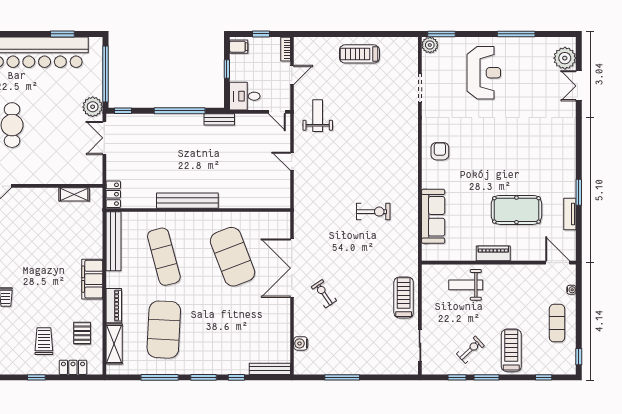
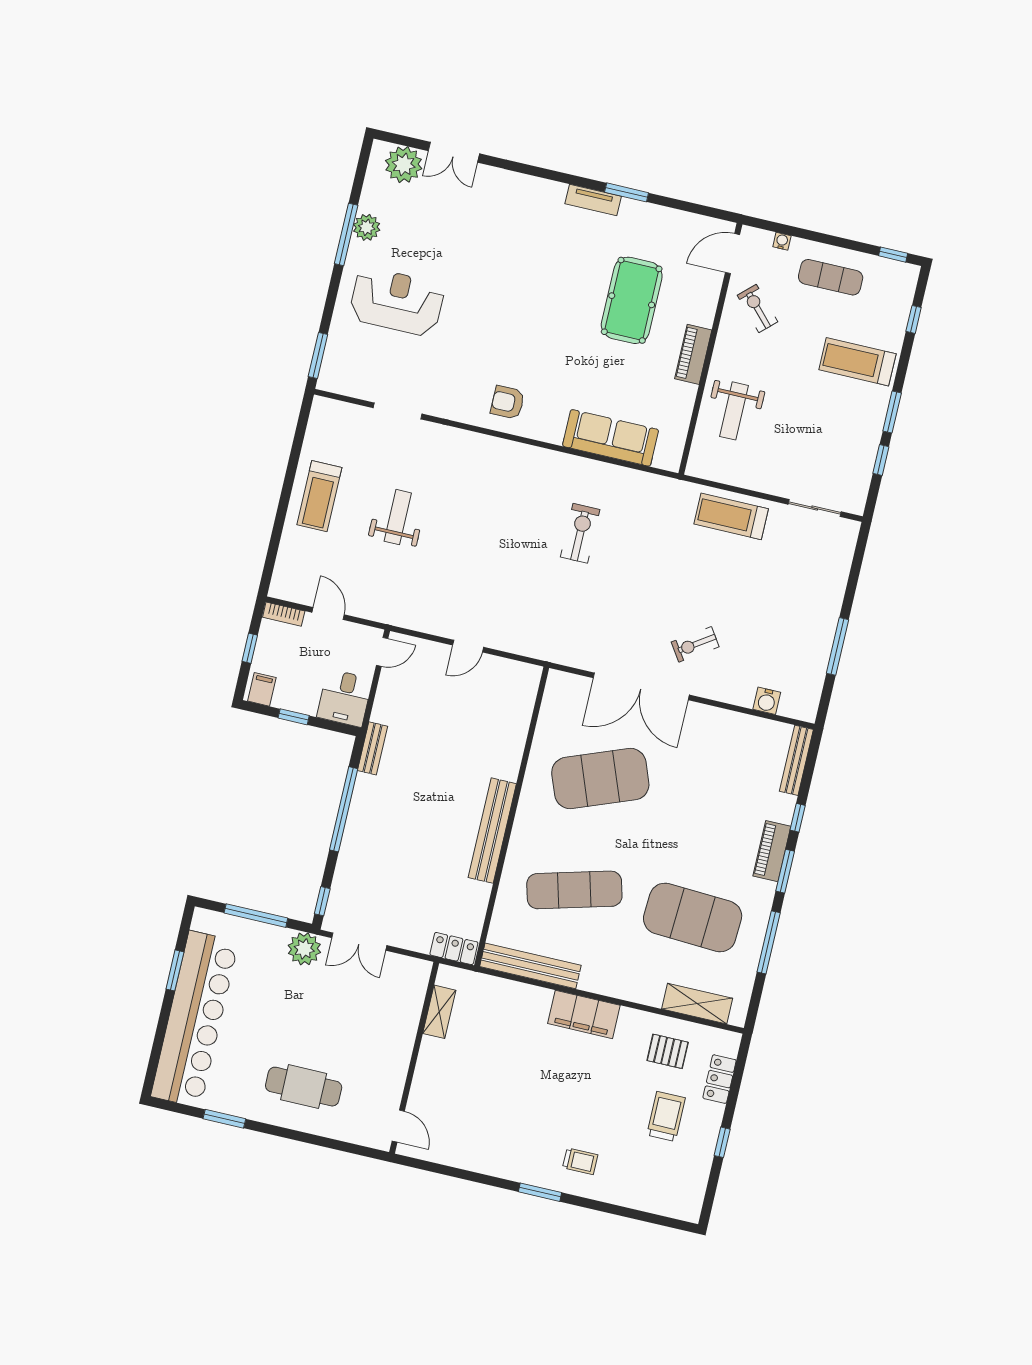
plant: (430, 45) -> (367, 227), moved
window: (106, 74) -> (256, 916), width x0.68
weight bench: (318, 116) -> (398, 517), moved, turned 90
tv unit: (570, 214) -> (593, 200), moved
piano: (114, 306) -> (772, 851), moved, turned -90
trolley: (44, 341) -> (666, 1116), turned 90
exercise bike: (470, 350) -> (757, 308), moved

